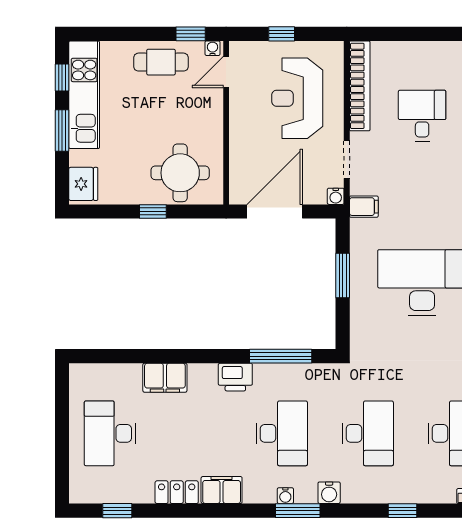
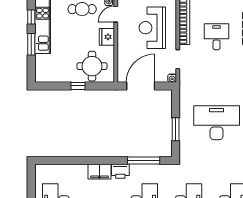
fridge: (83, 184) -> (107, 37), moved, turned 180
filing cabinet: (364, 207) -> (187, 83), removed
window: (343, 275) -> (176, 129), moved
filing cabinet: (165, 378) -> (99, 172), moved

